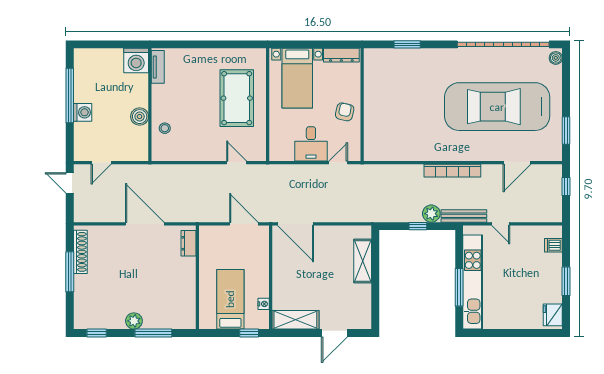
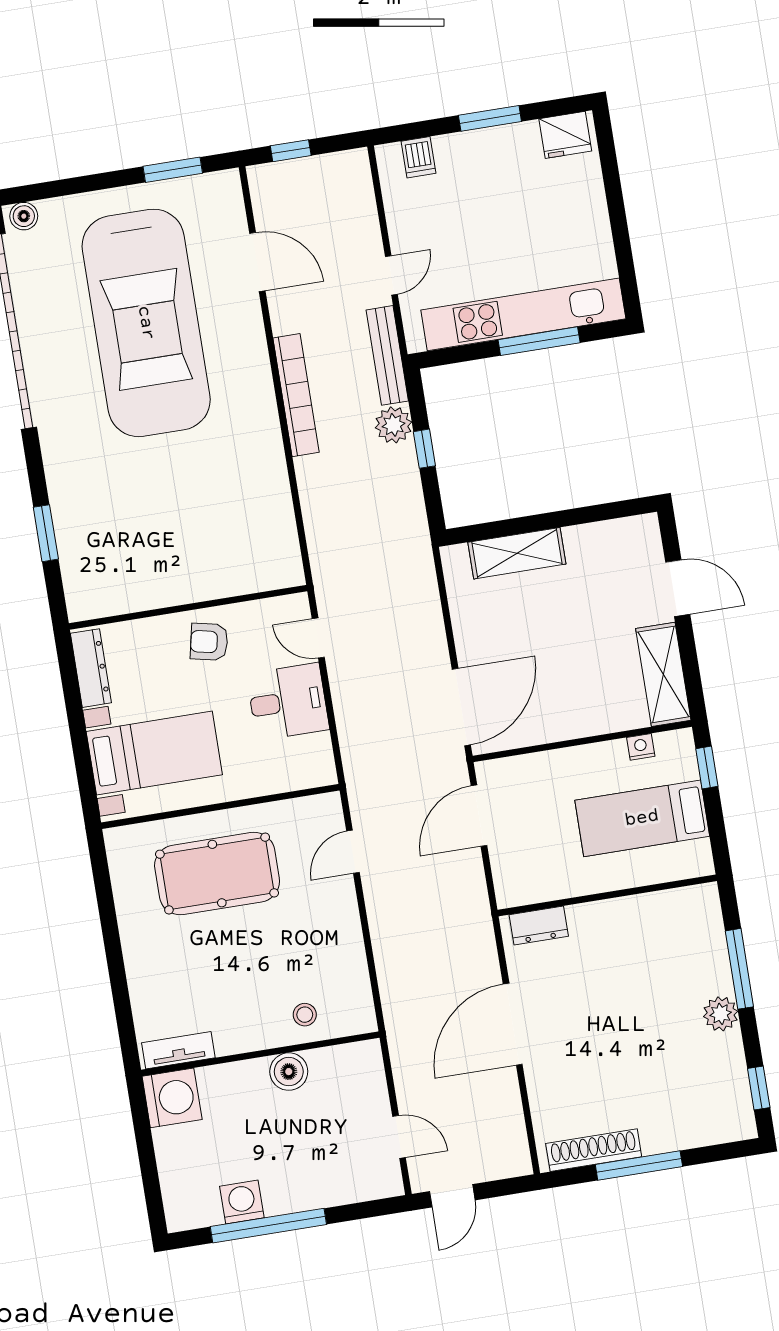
washing machine: (83, 112) -> (242, 1202), moved

